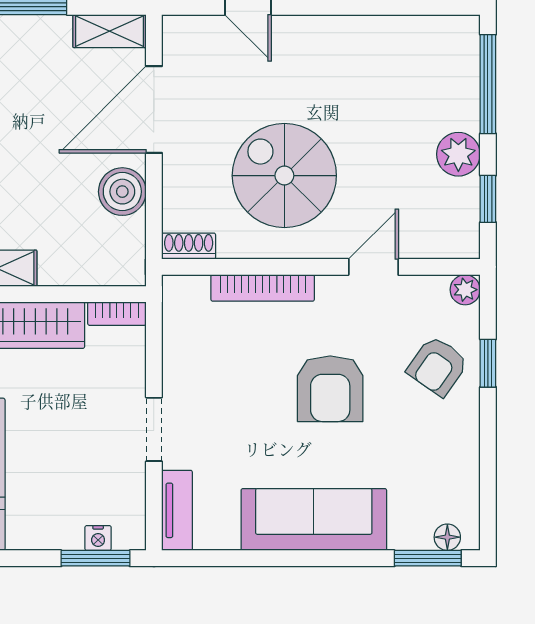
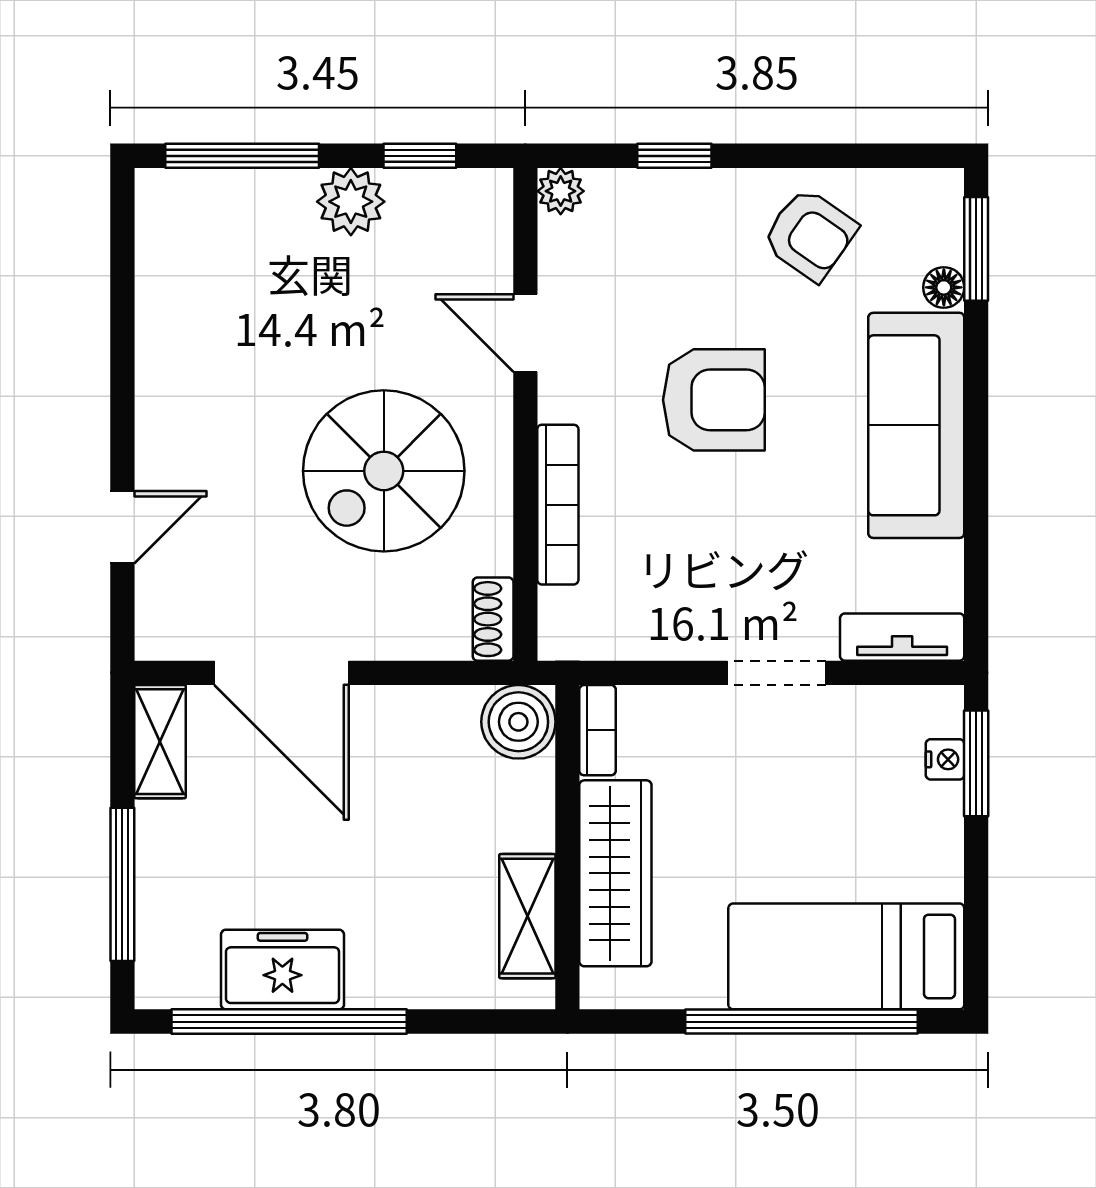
boiler: (122, 192) -> (518, 722), moved
armchair: (438, 366) -> (810, 234), moved
floor lamp: (447, 537) -> (944, 287), moved

